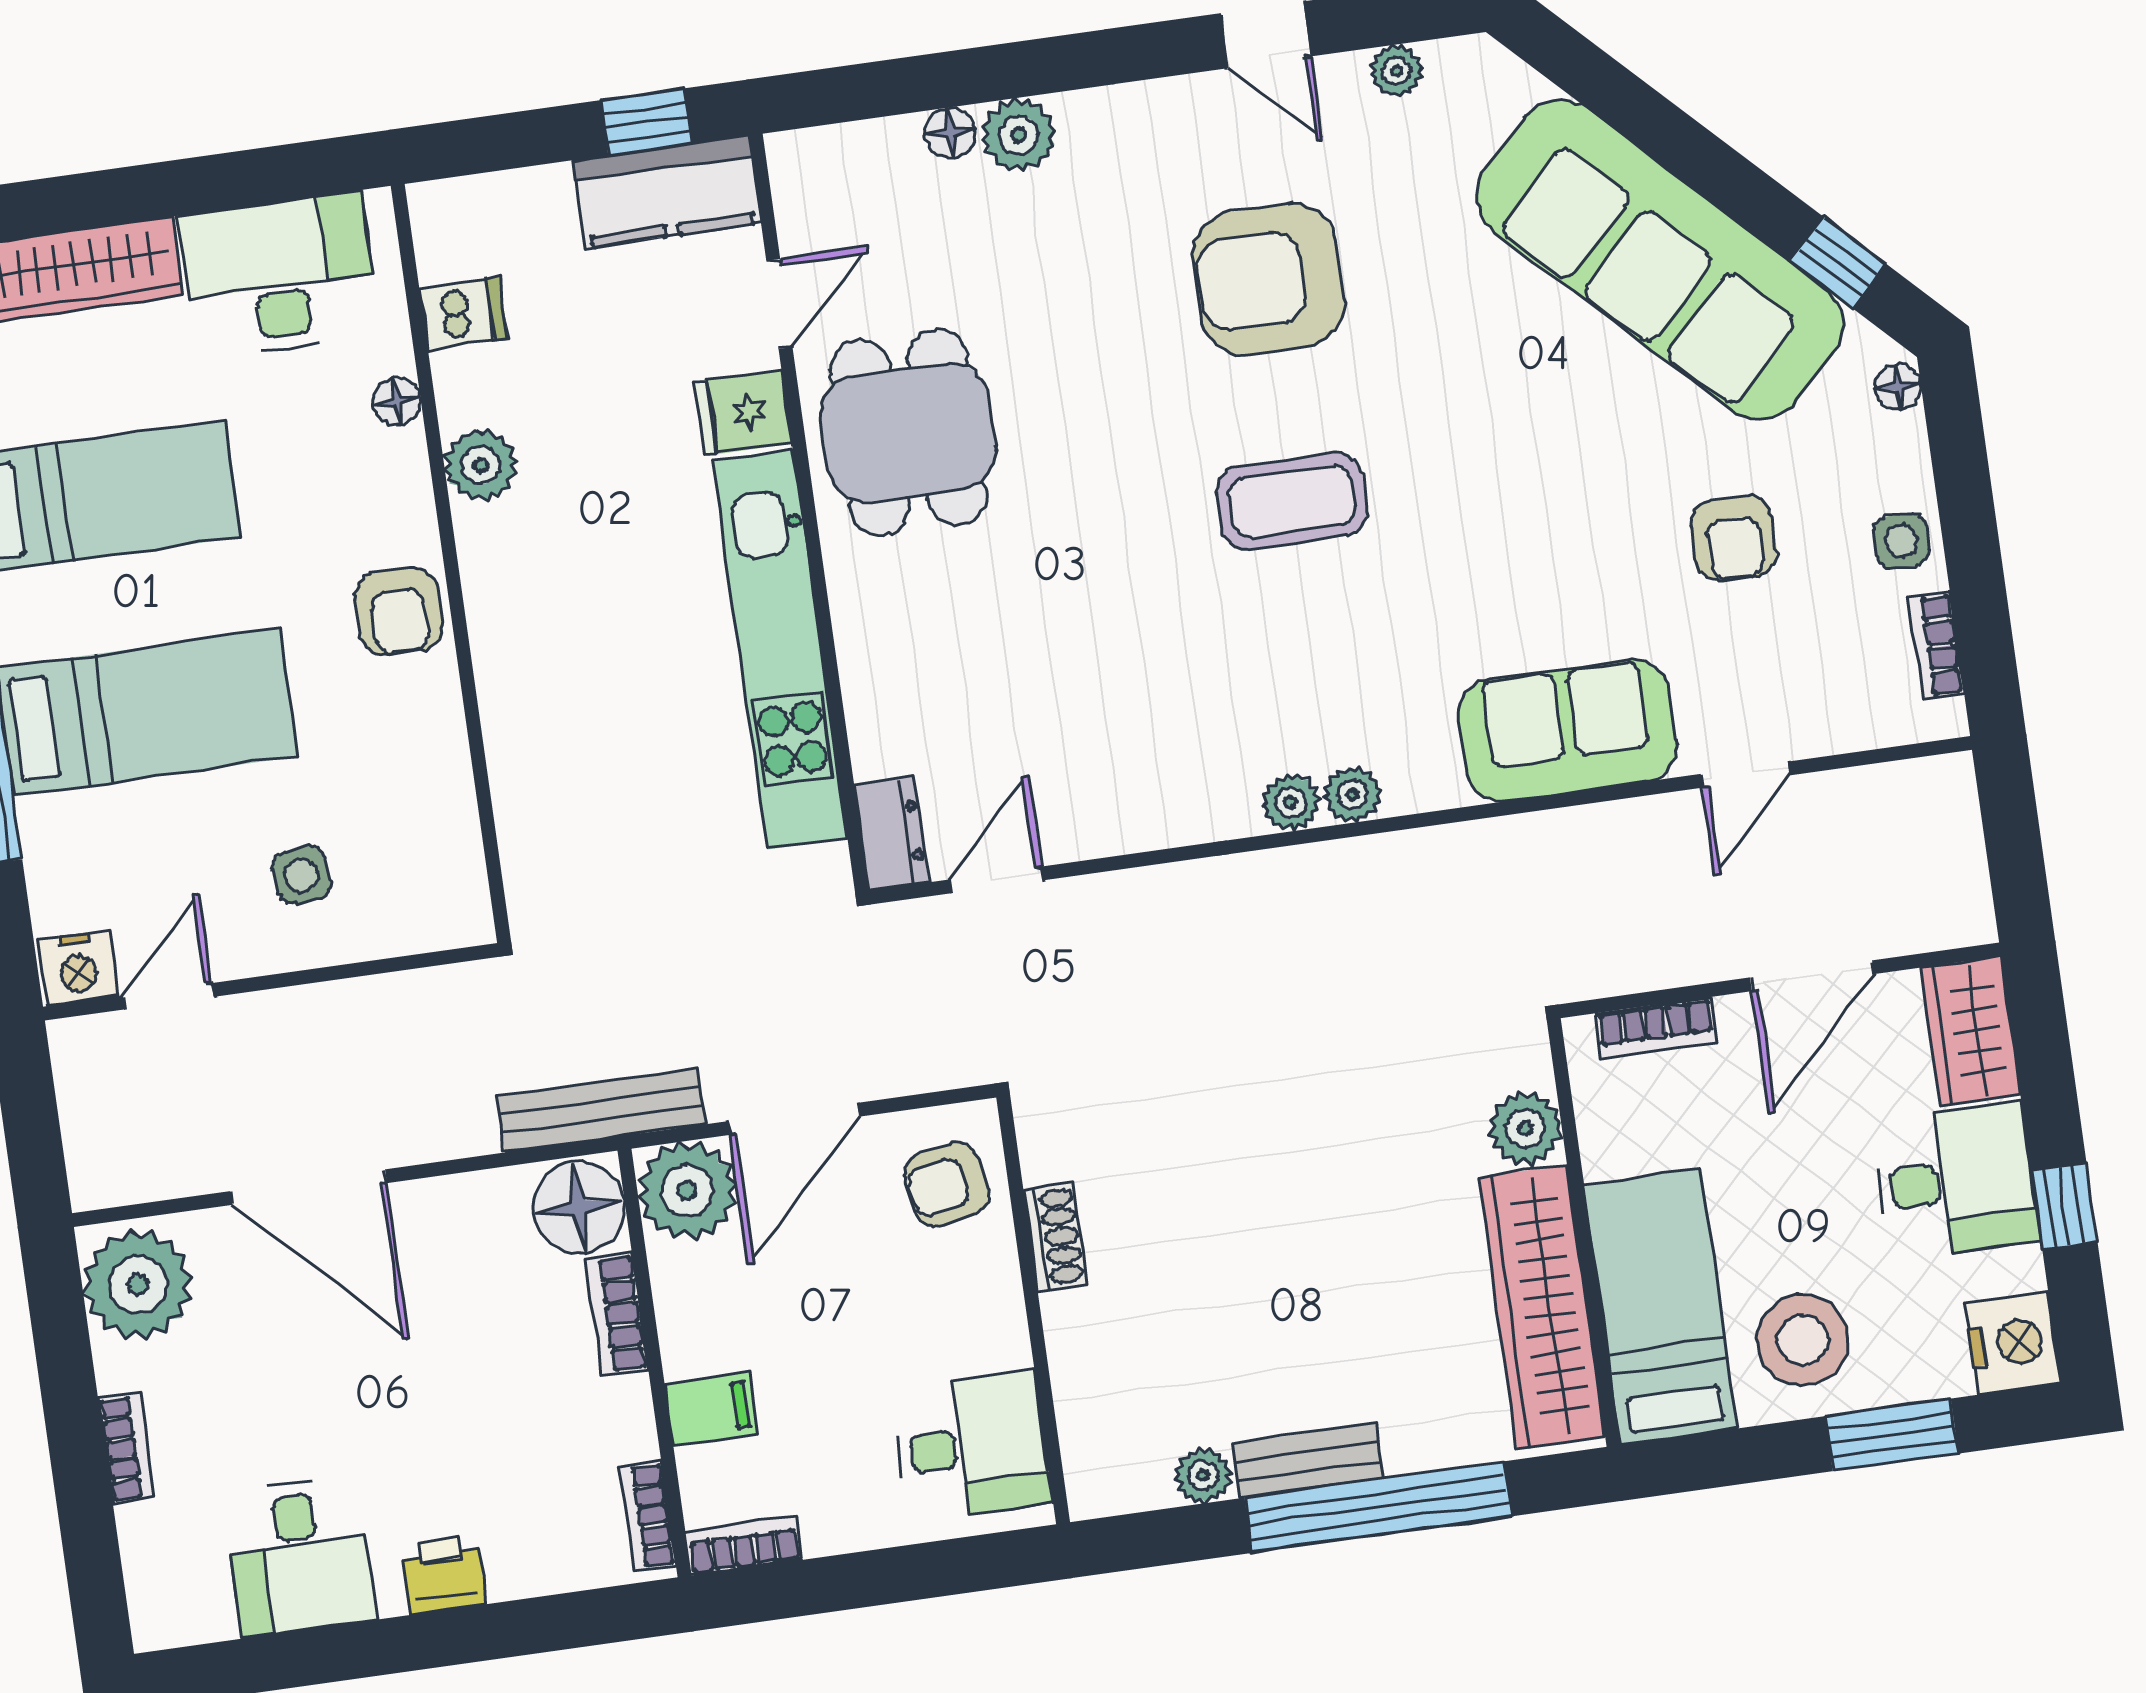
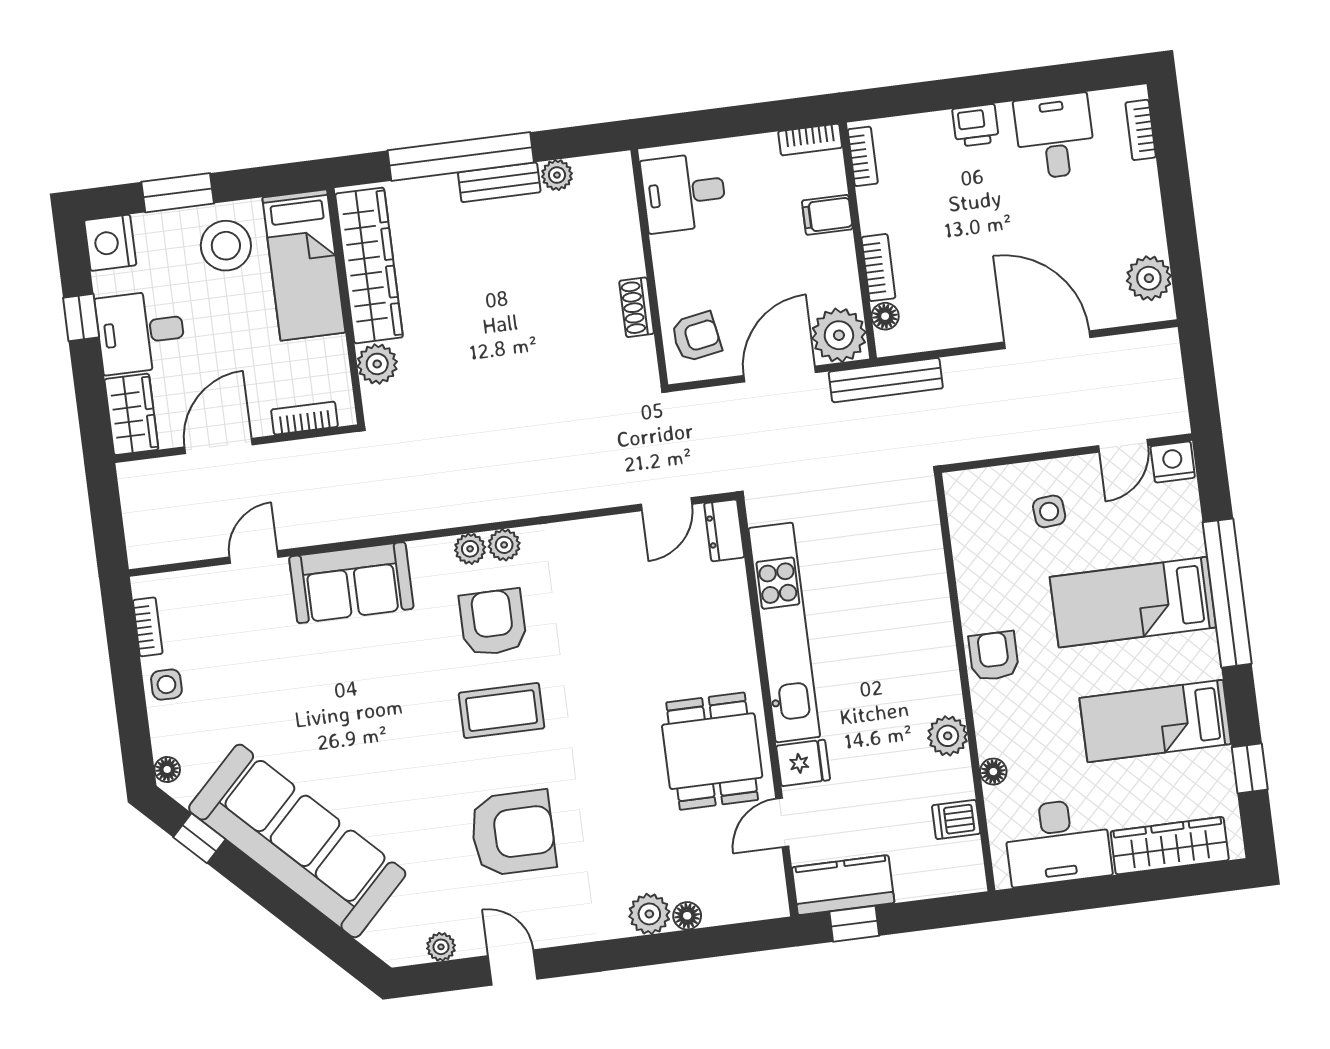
armchair: (1734, 538) -> (493, 622), moved, width x1.38, depth x1.38
floor lamp: (579, 1208) -> (885, 316), width x0.53, depth x0.53
plant: (138, 1284) -> (1149, 278), width x0.73, depth x0.73
bookcase: (126, 1448) -> (1141, 130), moved

